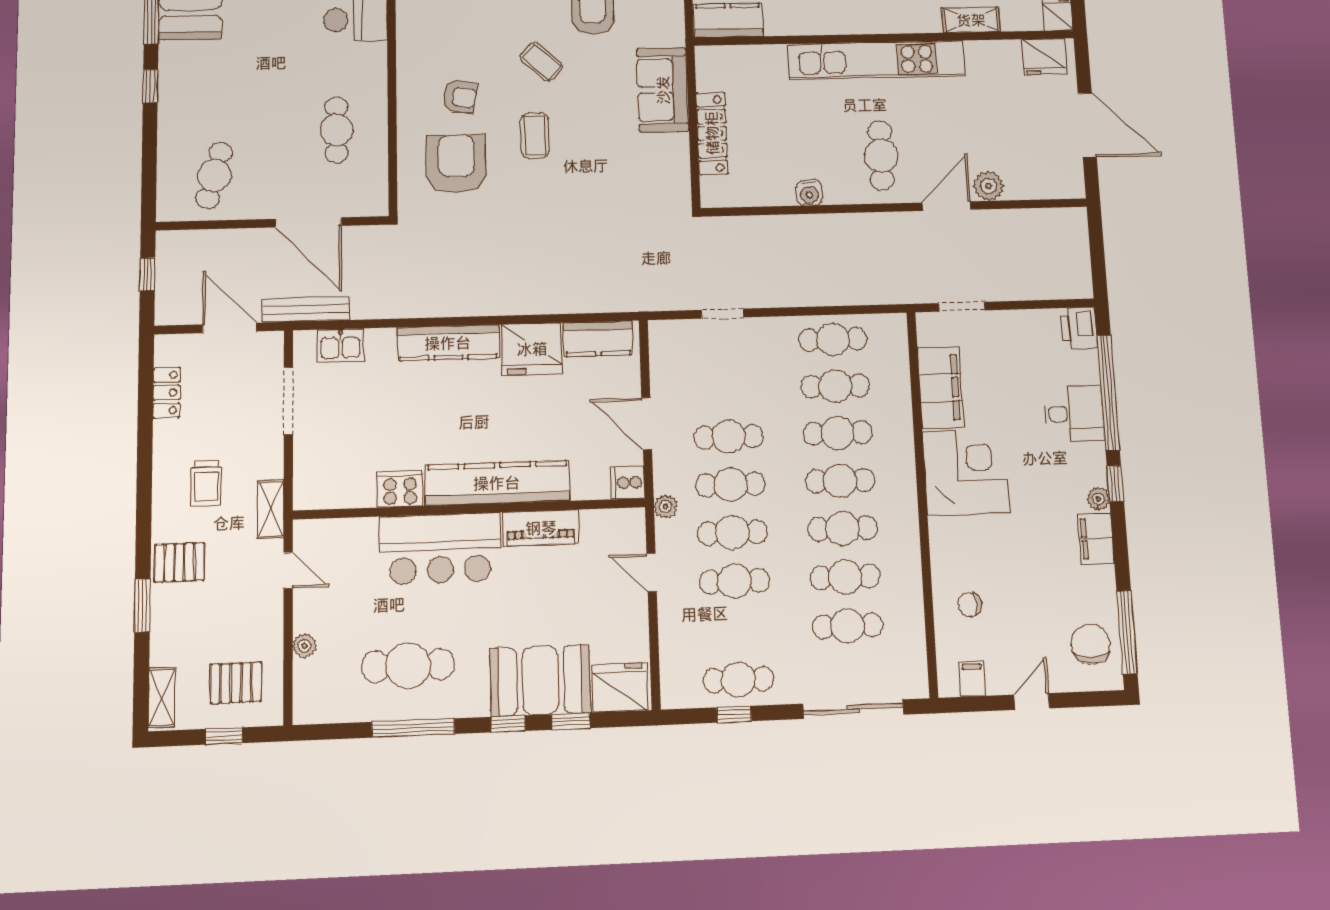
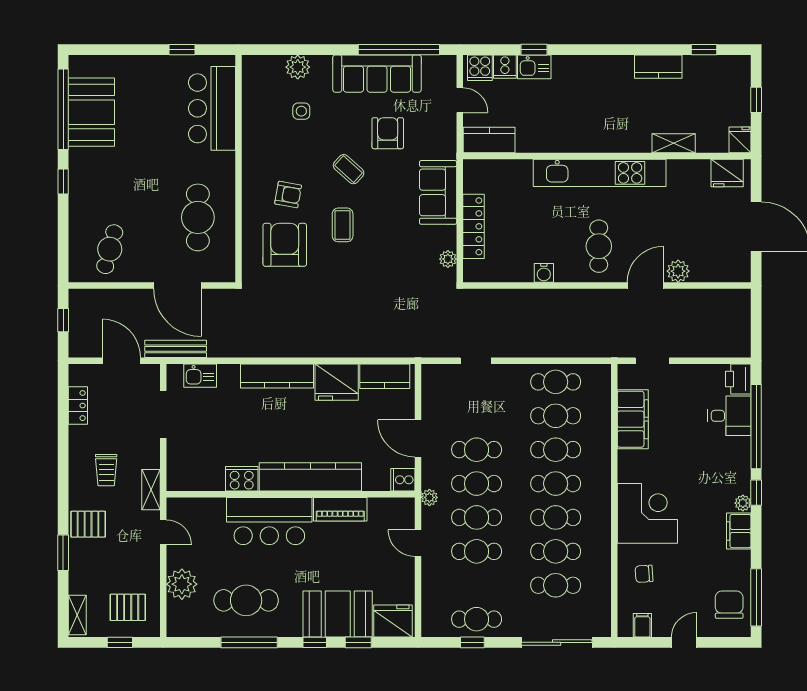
cafe table: (337, 130) -> (198, 217), width x1.37, depth x1.35
plant: (679, 177) -> (448, 259), added
desk: (1074, 414) -> (729, 416), moved
corner desk: (966, 472) -> (647, 513), moved
plant: (304, 646) -> (182, 584), width x1.88, depth x1.88

